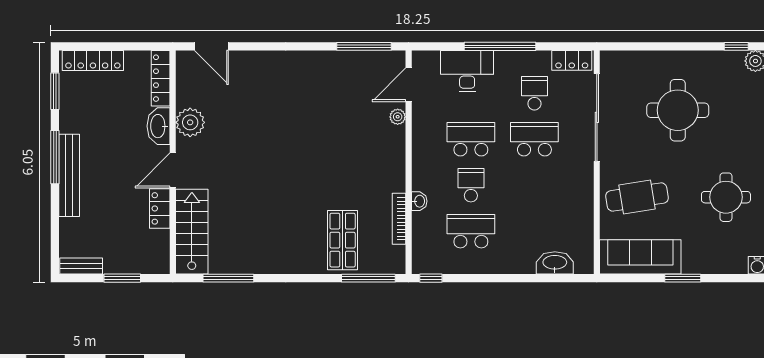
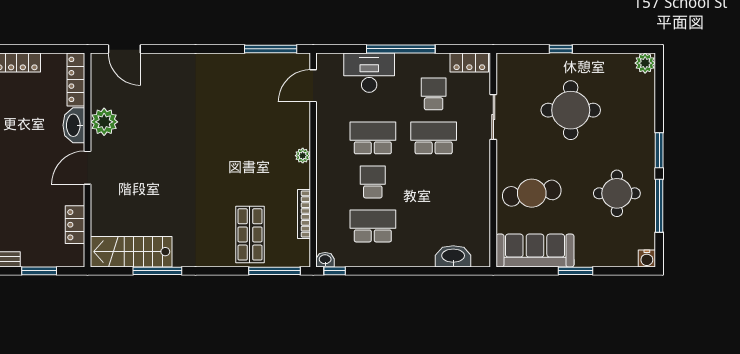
window: (736, 46) -> (561, 49), moved
plant: (398, 117) -> (303, 156), moved
sliding door: (597, 117) -> (493, 117), width x0.54
washbasin: (419, 201) -> (325, 260), moved, turned -90
locker: (160, 208) -> (75, 225), moved
stairs: (192, 232) -> (131, 252), moved, turned -90
window: (228, 278) -> (157, 271), moved

